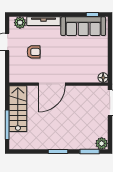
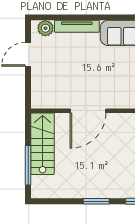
armchair: (34, 52) -> (64, 68), removed

